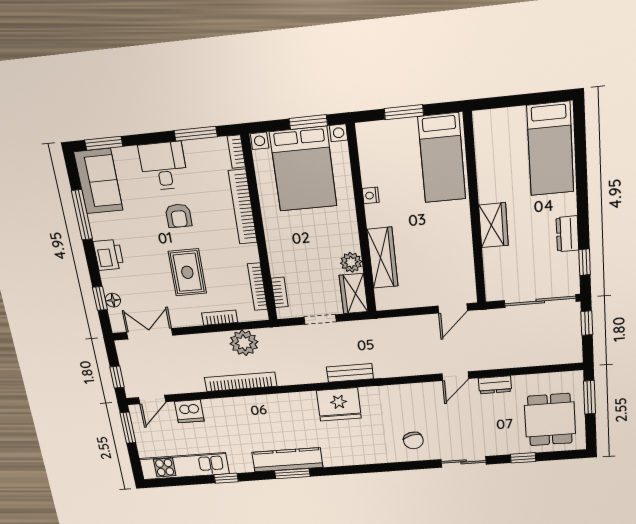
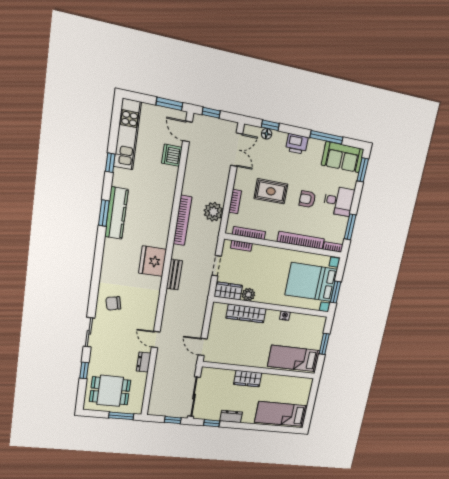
bookcase: (241, 382) -> (182, 220), moved

